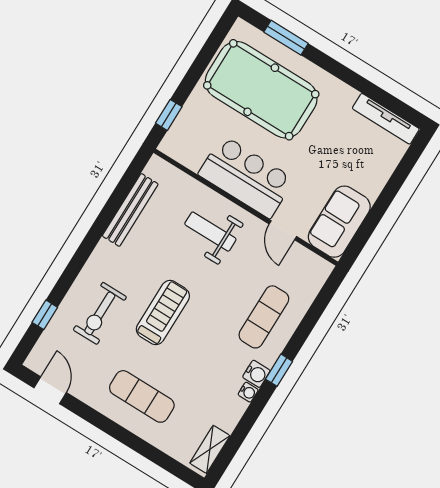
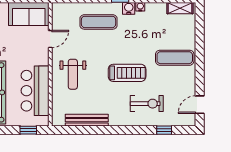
bar counter: (246, 177) -> (35, 91), moved
treadmill: (163, 313) -> (127, 73), turned 180
exercise mat: (142, 396) -> (175, 58), turned 90

